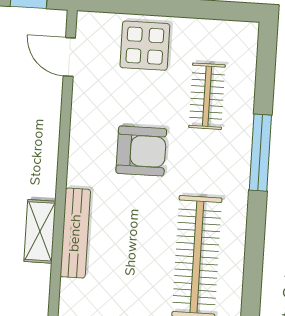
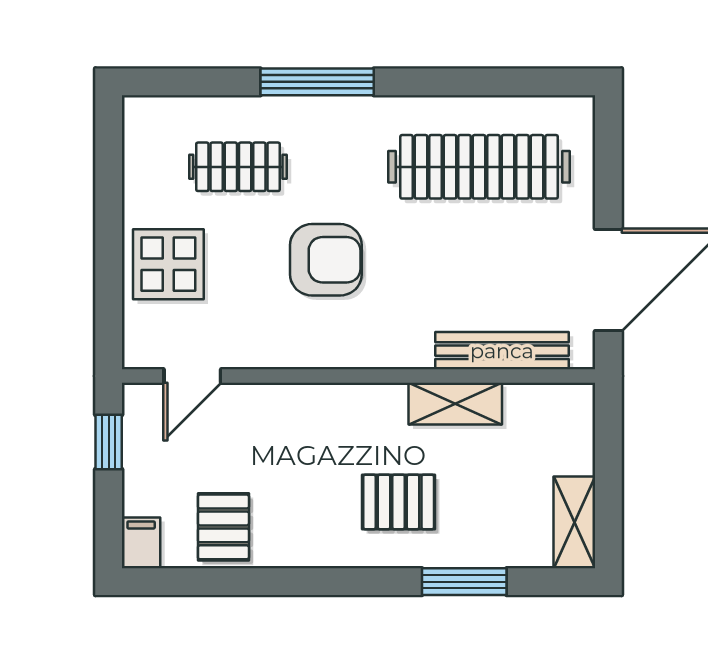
armchair: (141, 151) -> (326, 260), turned 90
bench: (75, 233) -> (502, 351), moved

